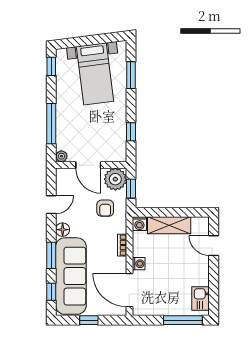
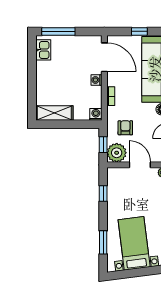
shelving: (169, 225) -> (54, 113), moved
door: (214, 246) -> (32, 96), removed

